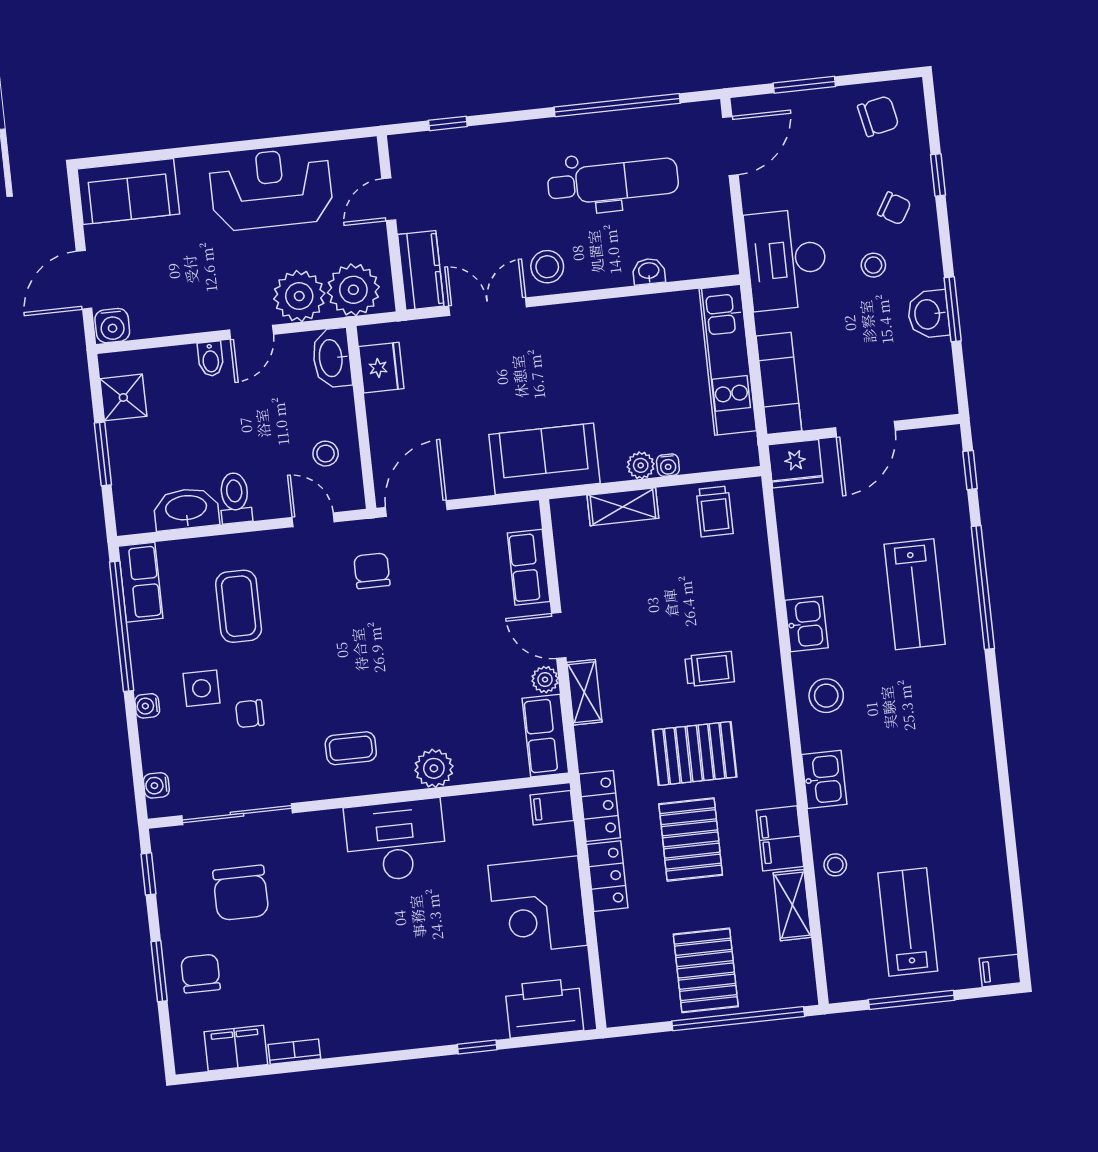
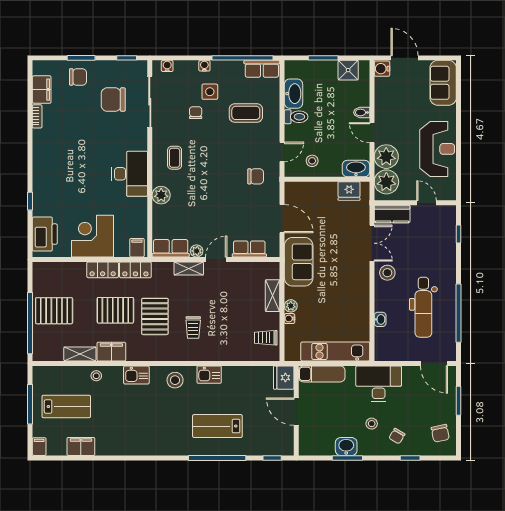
door: (416, 508) -> (282, 219), moved
filing cabinet: (990, 881) -> (81, 446), added

